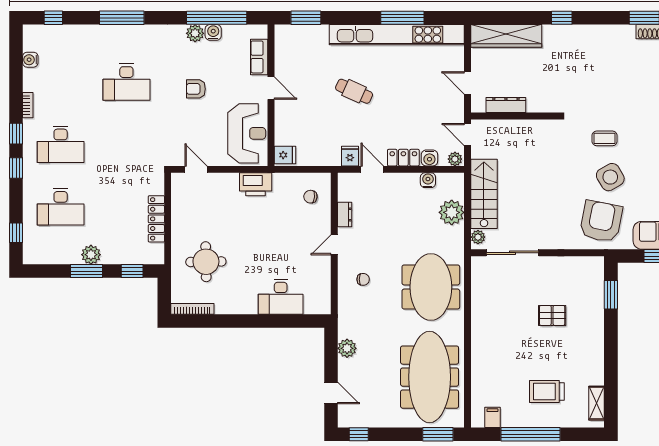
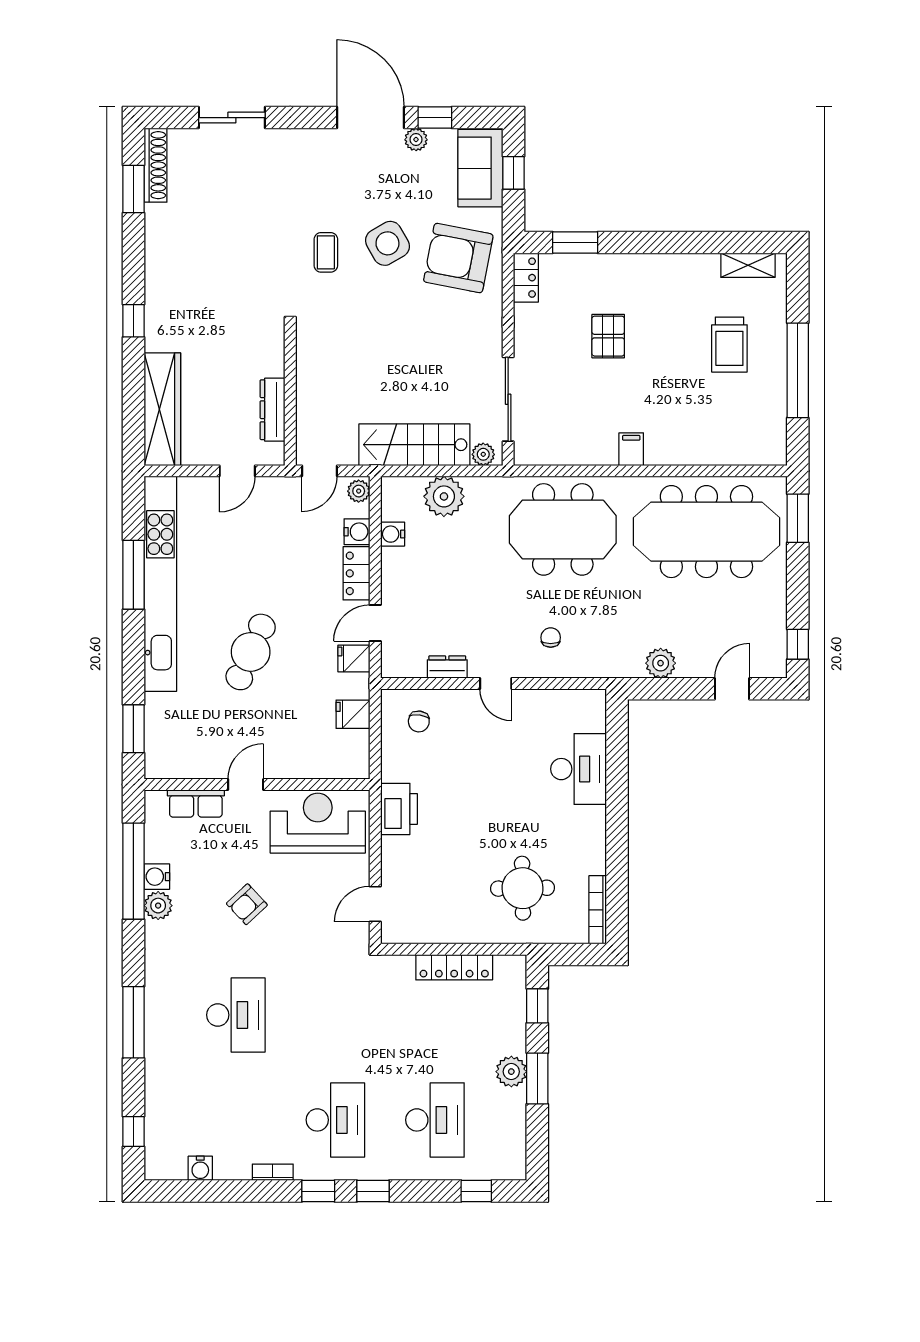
armchair: (196, 89) -> (247, 904), turned 47
cafe table: (354, 91) -> (251, 652), width x1.37, depth x1.35
fridge: (285, 155) -> (353, 714), moved, turned -90
locker: (589, 264) -> (526, 278), added
filing cabinet: (492, 417) -> (631, 449), moved, turned 90

